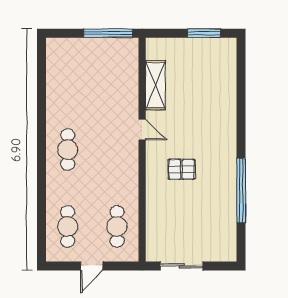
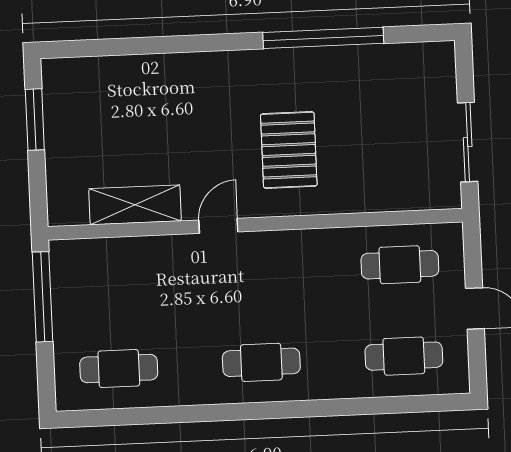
cafe table: (68, 73) -> (119, 369), added
pallet: (181, 169) -> (289, 150), width x1.50, depth x1.42

